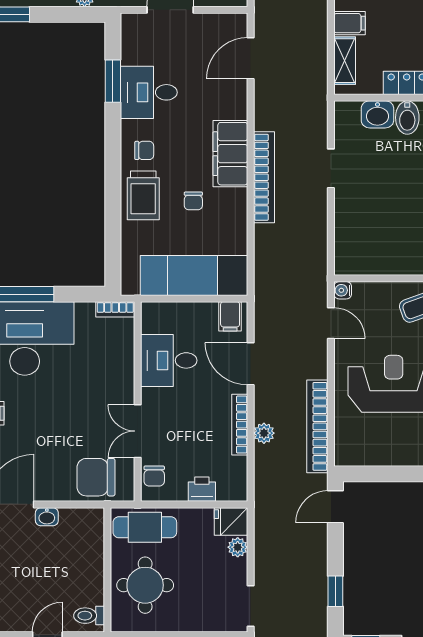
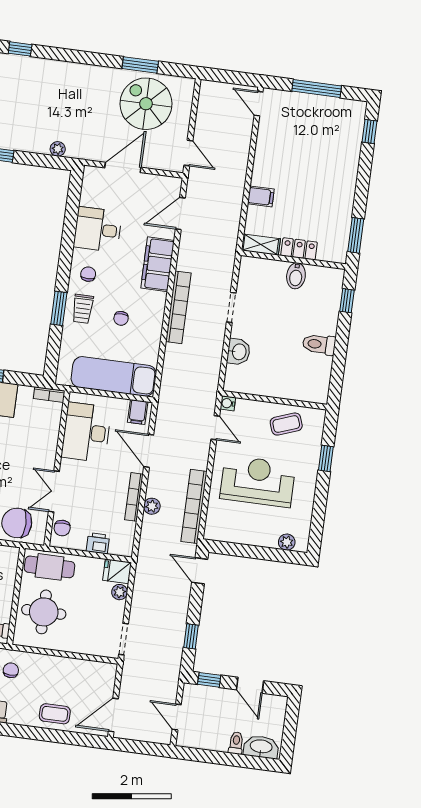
shelving: (345, 61) -> (261, 245), moved, turned 90
window: (113, 81) -> (59, 308), moved
washbasin: (377, 114) -> (239, 352), moved, turned -90
chair: (144, 150) -> (88, 274), turned -90
filing cabinet: (230, 154) -> (158, 264), moved
trolley: (143, 195) -> (83, 309), width x0.73, depth x0.72
desk: (169, 360) -> (86, 432), width x1.37
door: (335, 507) -> (200, 571), hinge flipped

